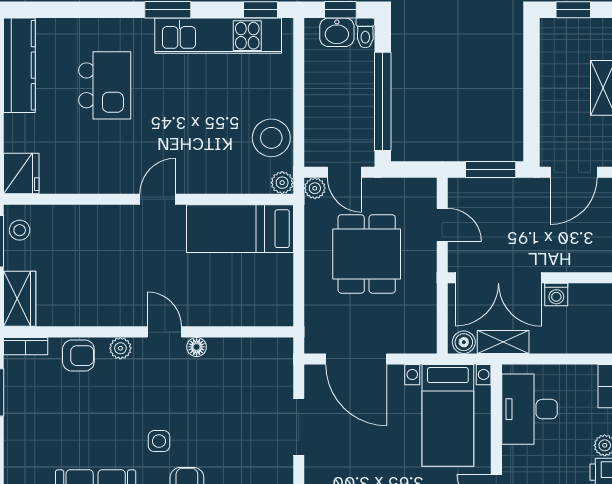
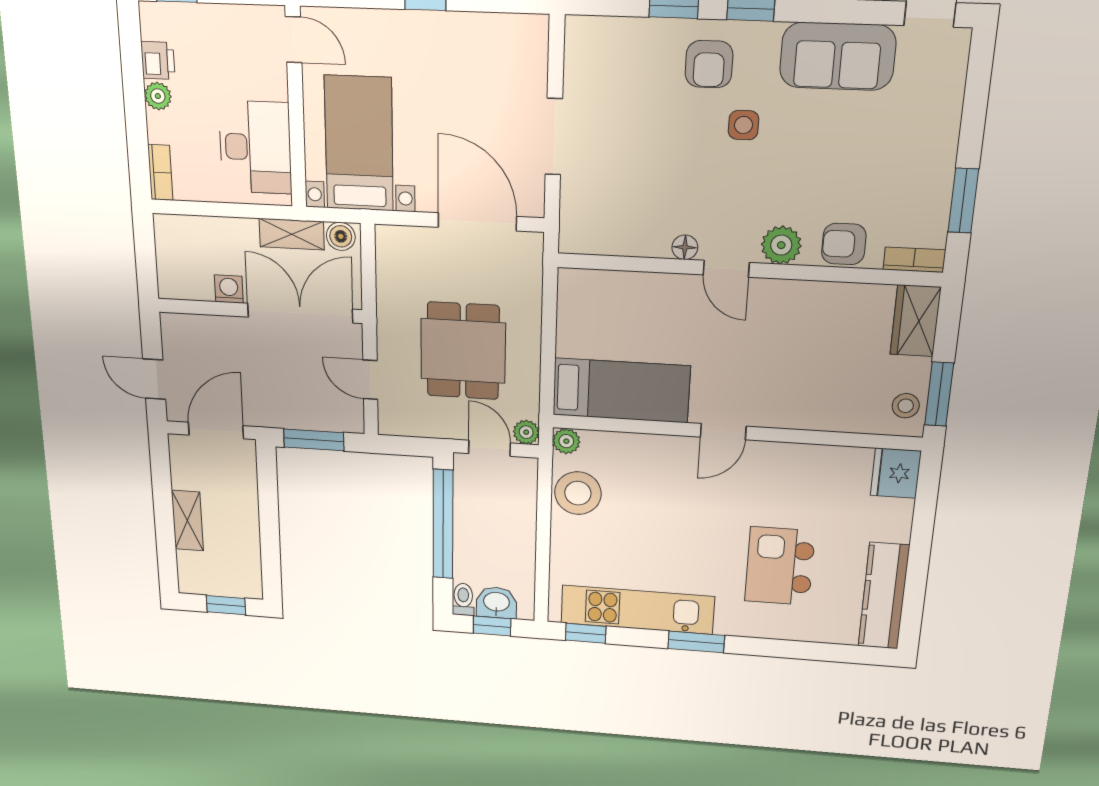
plant: (120, 348) -> (781, 245), width x1.38, depth x1.38

